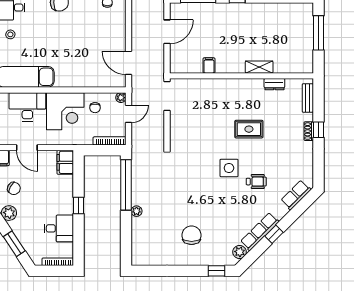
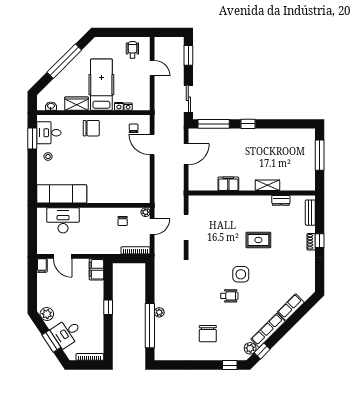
door: (128, 63) -> (152, 145), moved
filing cabinet: (209, 65) -> (228, 184), width x2.00
doorway: (167, 96) -> (186, 227), moved
corner desk: (65, 111) -> (96, 224), removed
wheelchair: (256, 182) -> (229, 296), moved
window: (126, 185) -> (150, 326), moved
chair: (14, 188) -> (51, 292), removed
row of seats: (296, 195) -> (291, 307), moved
desk: (59, 228) -> (67, 333), moved, turned 146
window: (274, 234) -> (262, 351), moved
chair: (192, 235) -> (208, 334), turned 180

